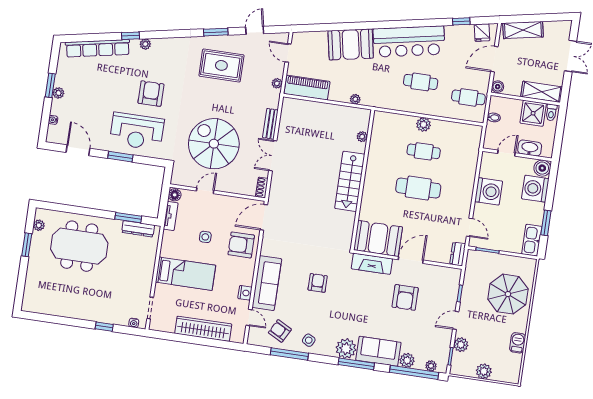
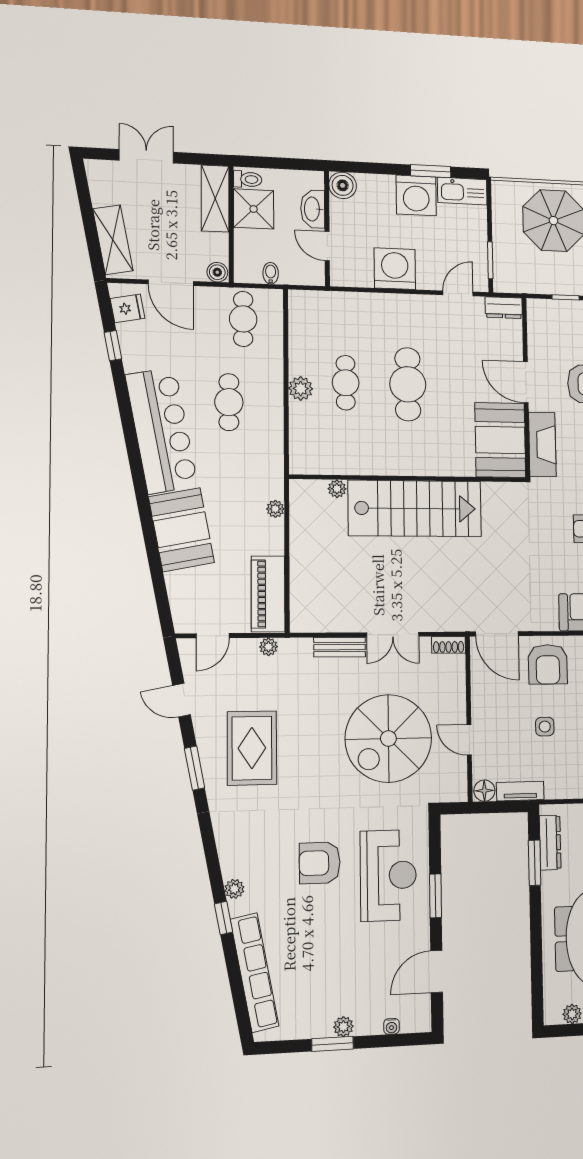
stairs: (350, 181) -> (415, 508), width x1.36, depth x1.51
washing machine: (535, 189) -> (416, 195), moved

